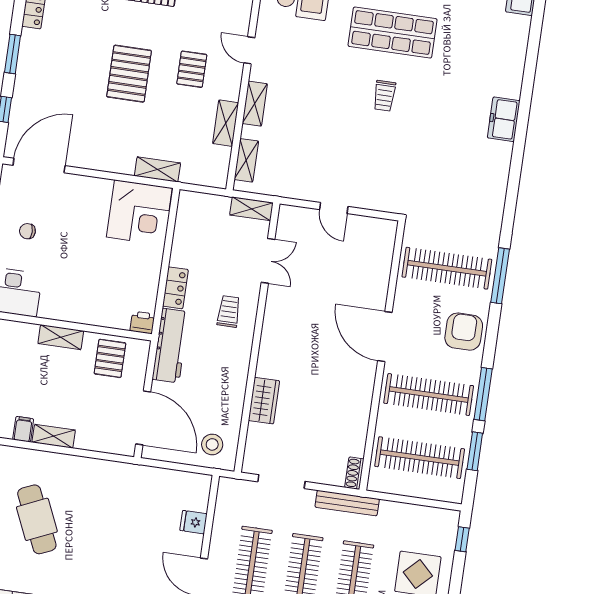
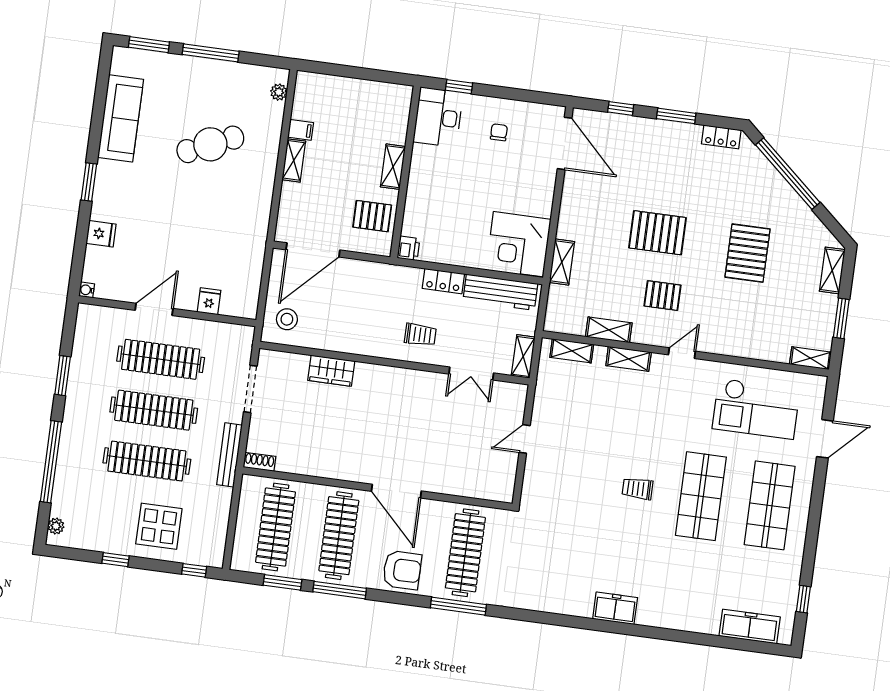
door: (385, 337) -> (396, 491), swing flipped
workbench: (171, 346) -> (500, 292), moved

